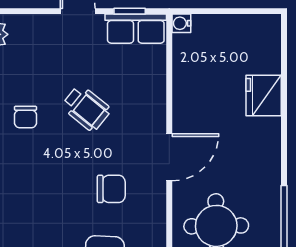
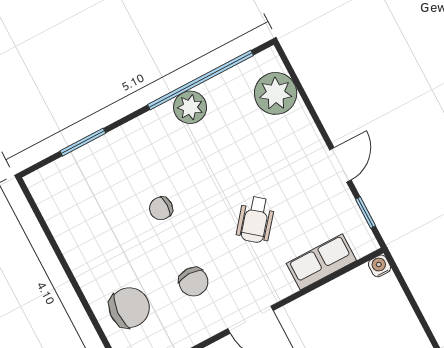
row of seats: (136, 29) -> (321, 262), moved, turned 90
chair: (26, 117) -> (161, 208), moved

